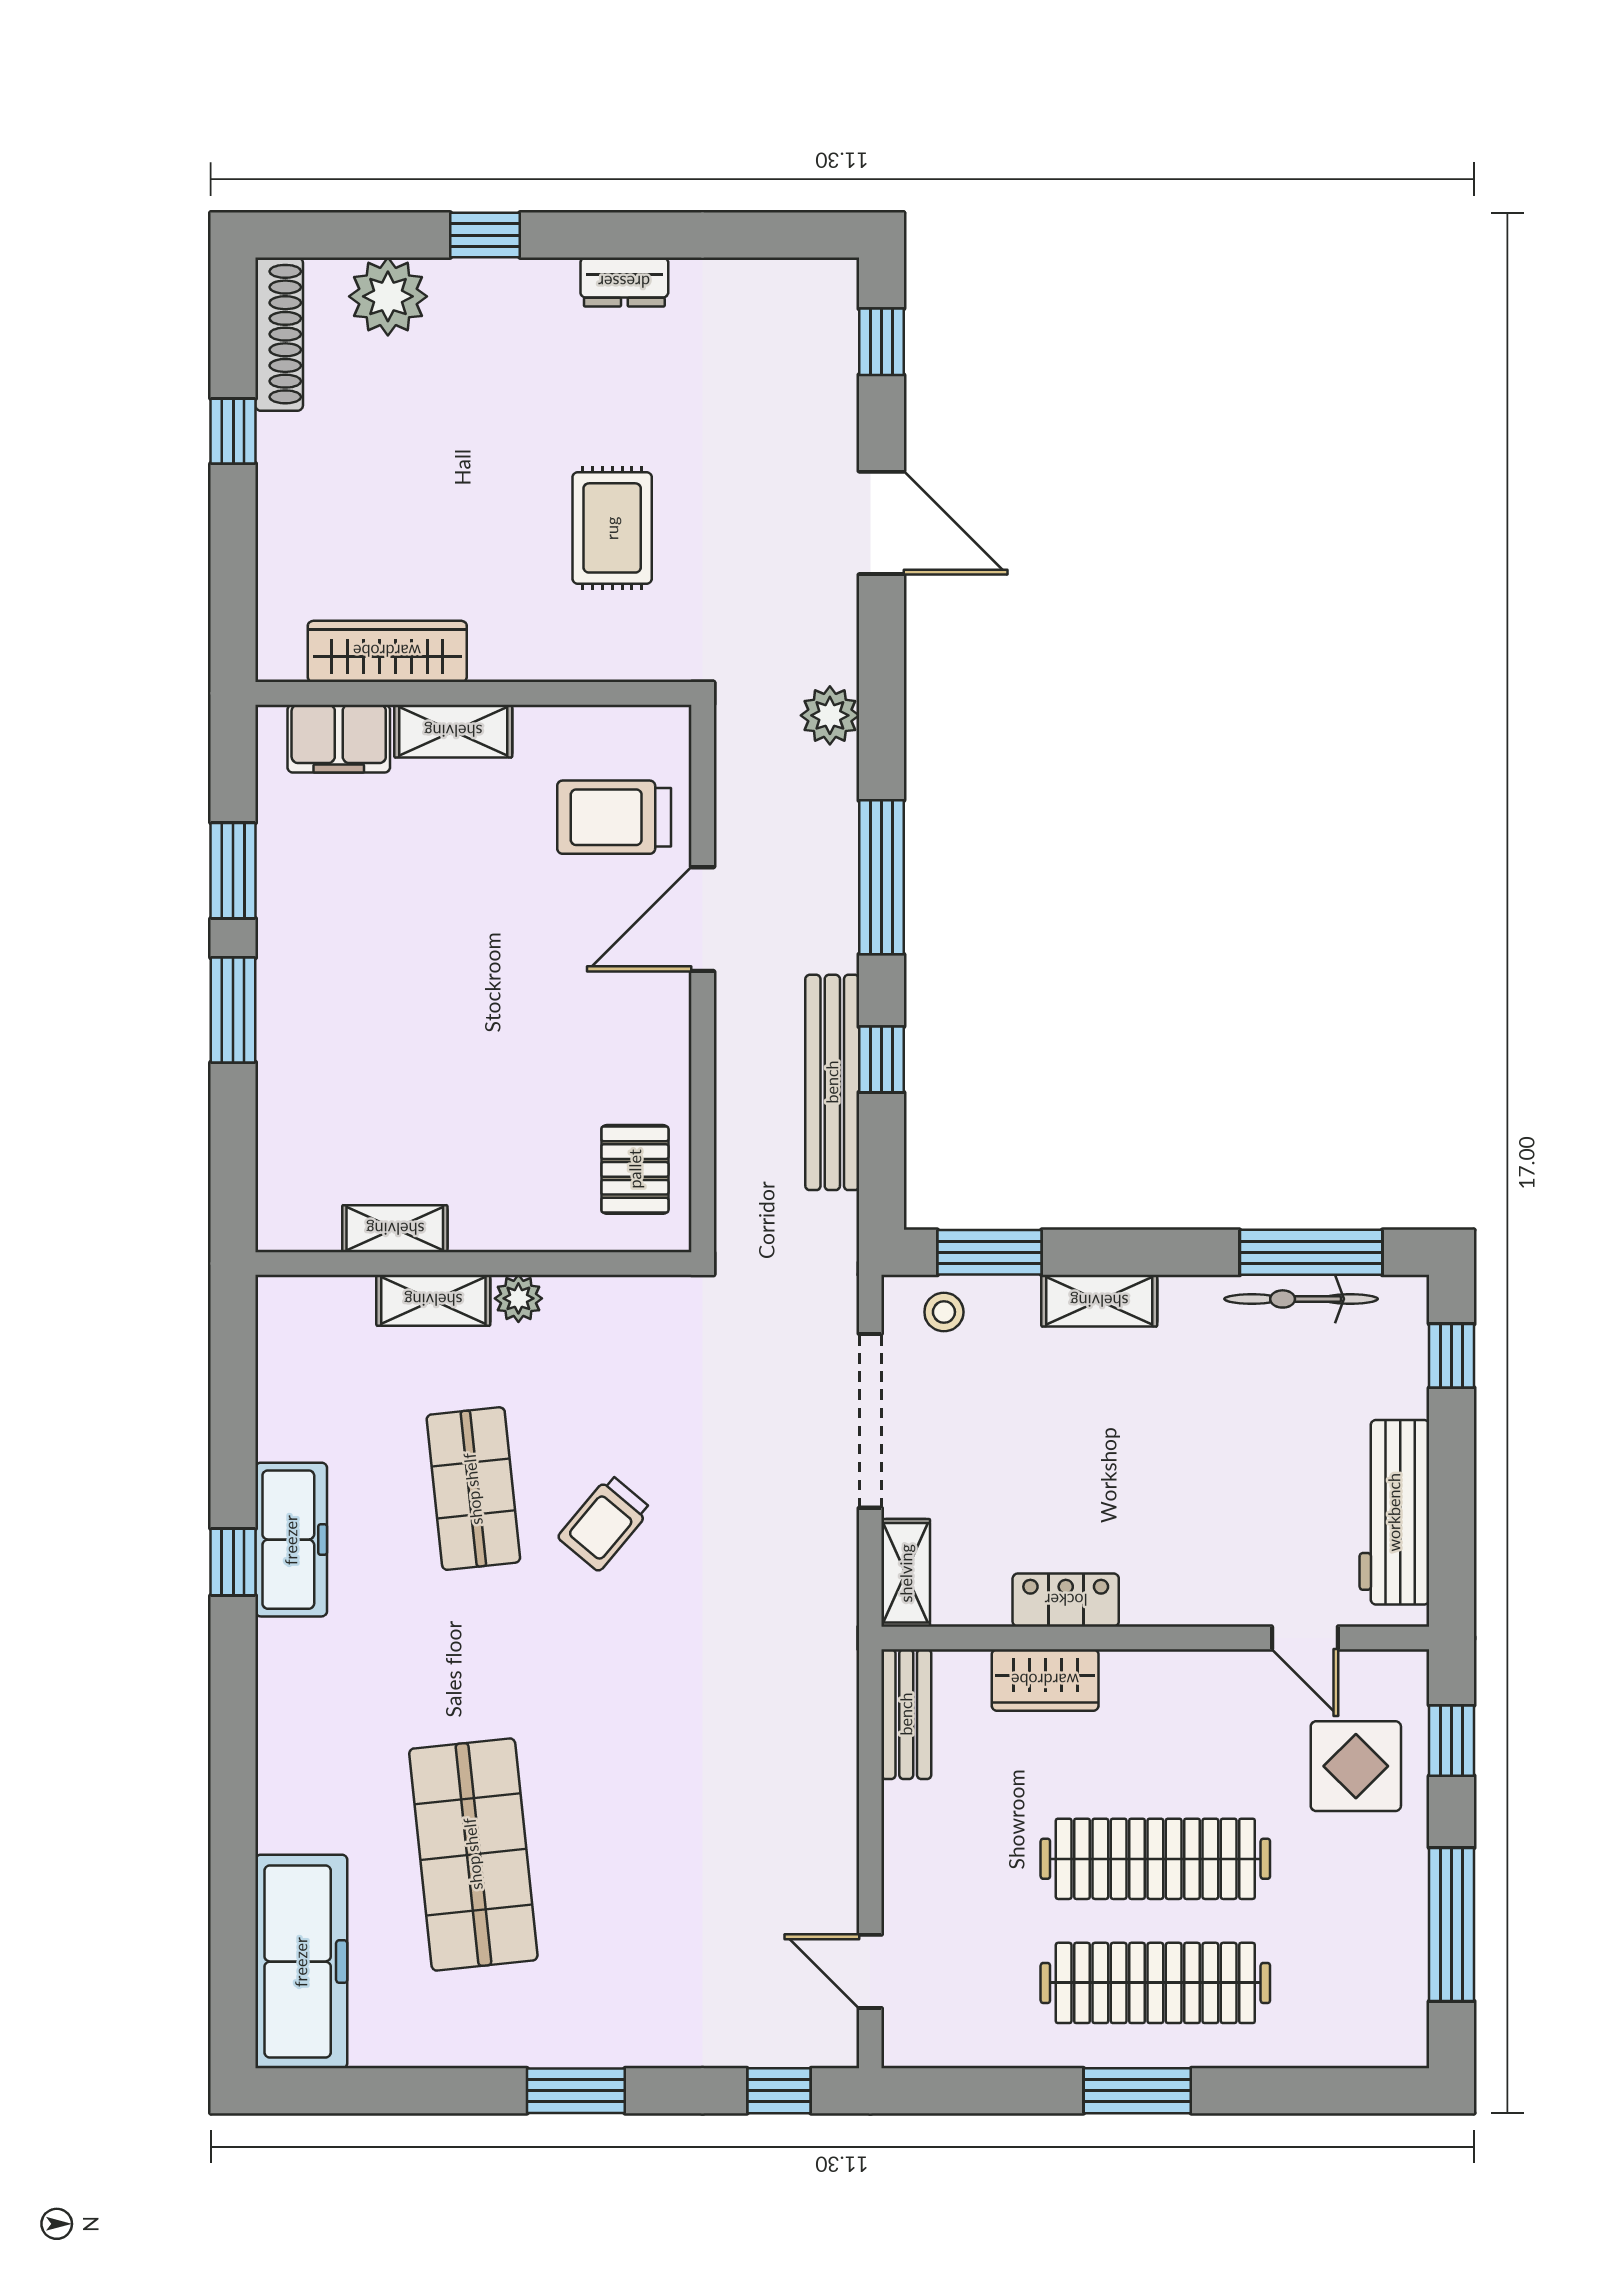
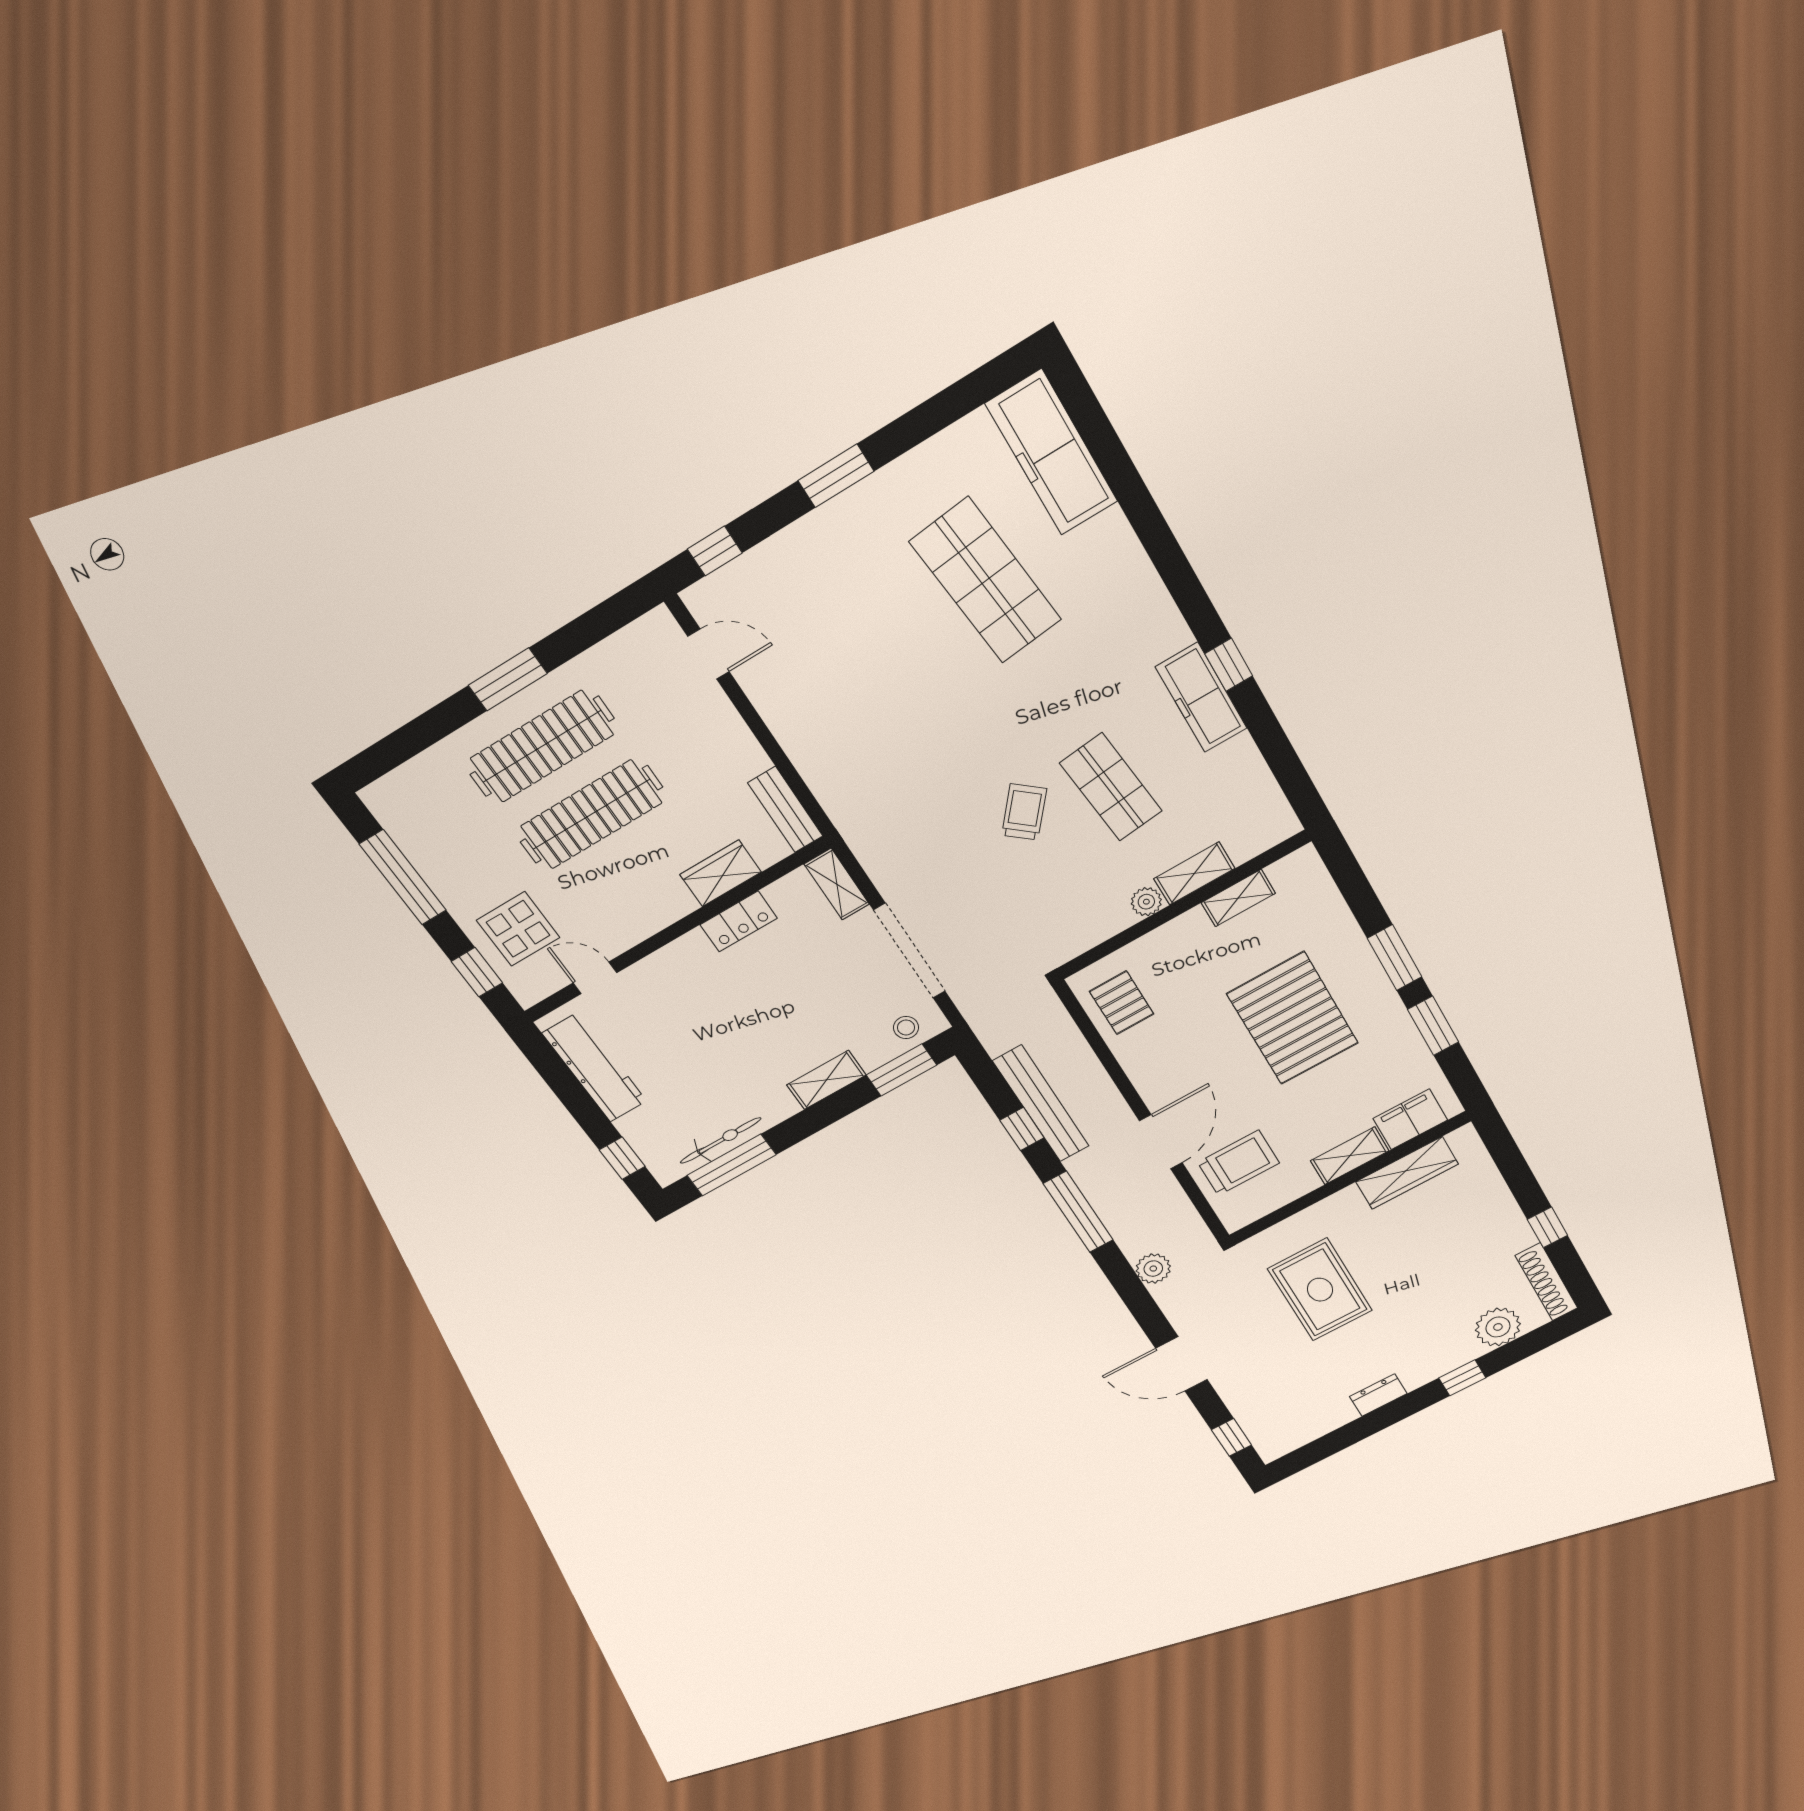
rug: (612, 528) -> (1320, 1290), width x1.36, depth x1.43
pallet: (418, 1002) -> (1293, 1018), added

